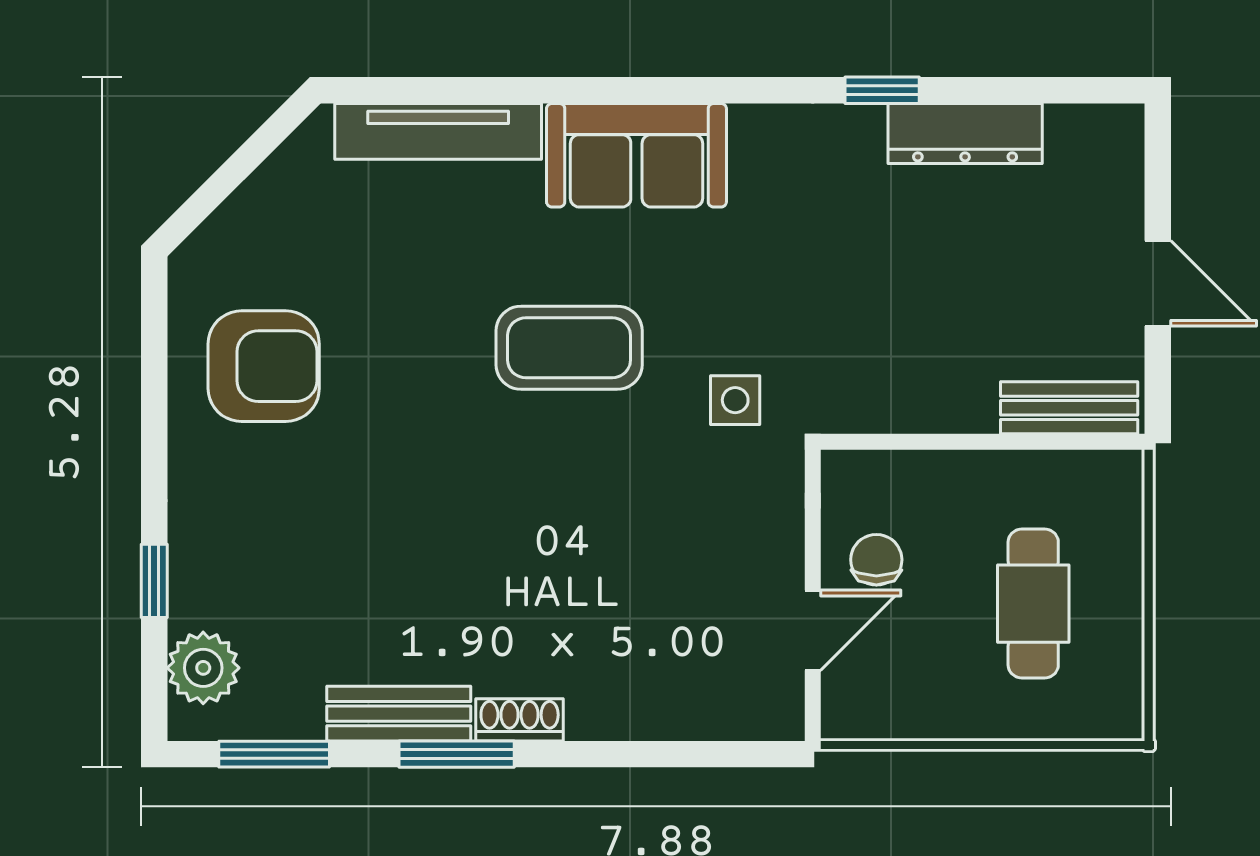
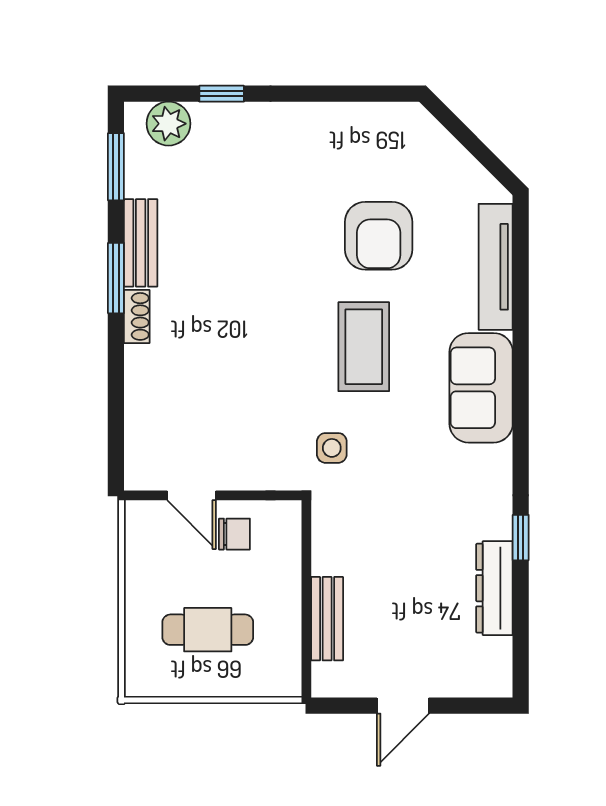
armchair: (264, 366) -> (379, 236), moved
bench: (1069, 408) -> (327, 619), moved

